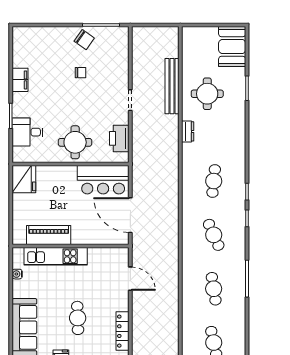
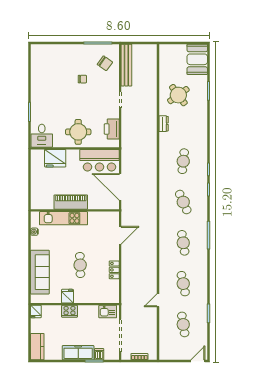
chair: (84, 40) -> (105, 63), moved
filing cabinet: (20, 80) -> (36, 85), removed
bench: (172, 86) -> (126, 65), moved
round table: (207, 94) -> (178, 95), turned -36
desk: (27, 132) -> (42, 136), moved, turned -90
fridge: (24, 179) -> (55, 158), moved, turned 90
piano: (49, 235) -> (71, 202), moved
door: (130, 279) -> (120, 235), hinge flipped
locker: (122, 331) -> (114, 270), width x0.66

